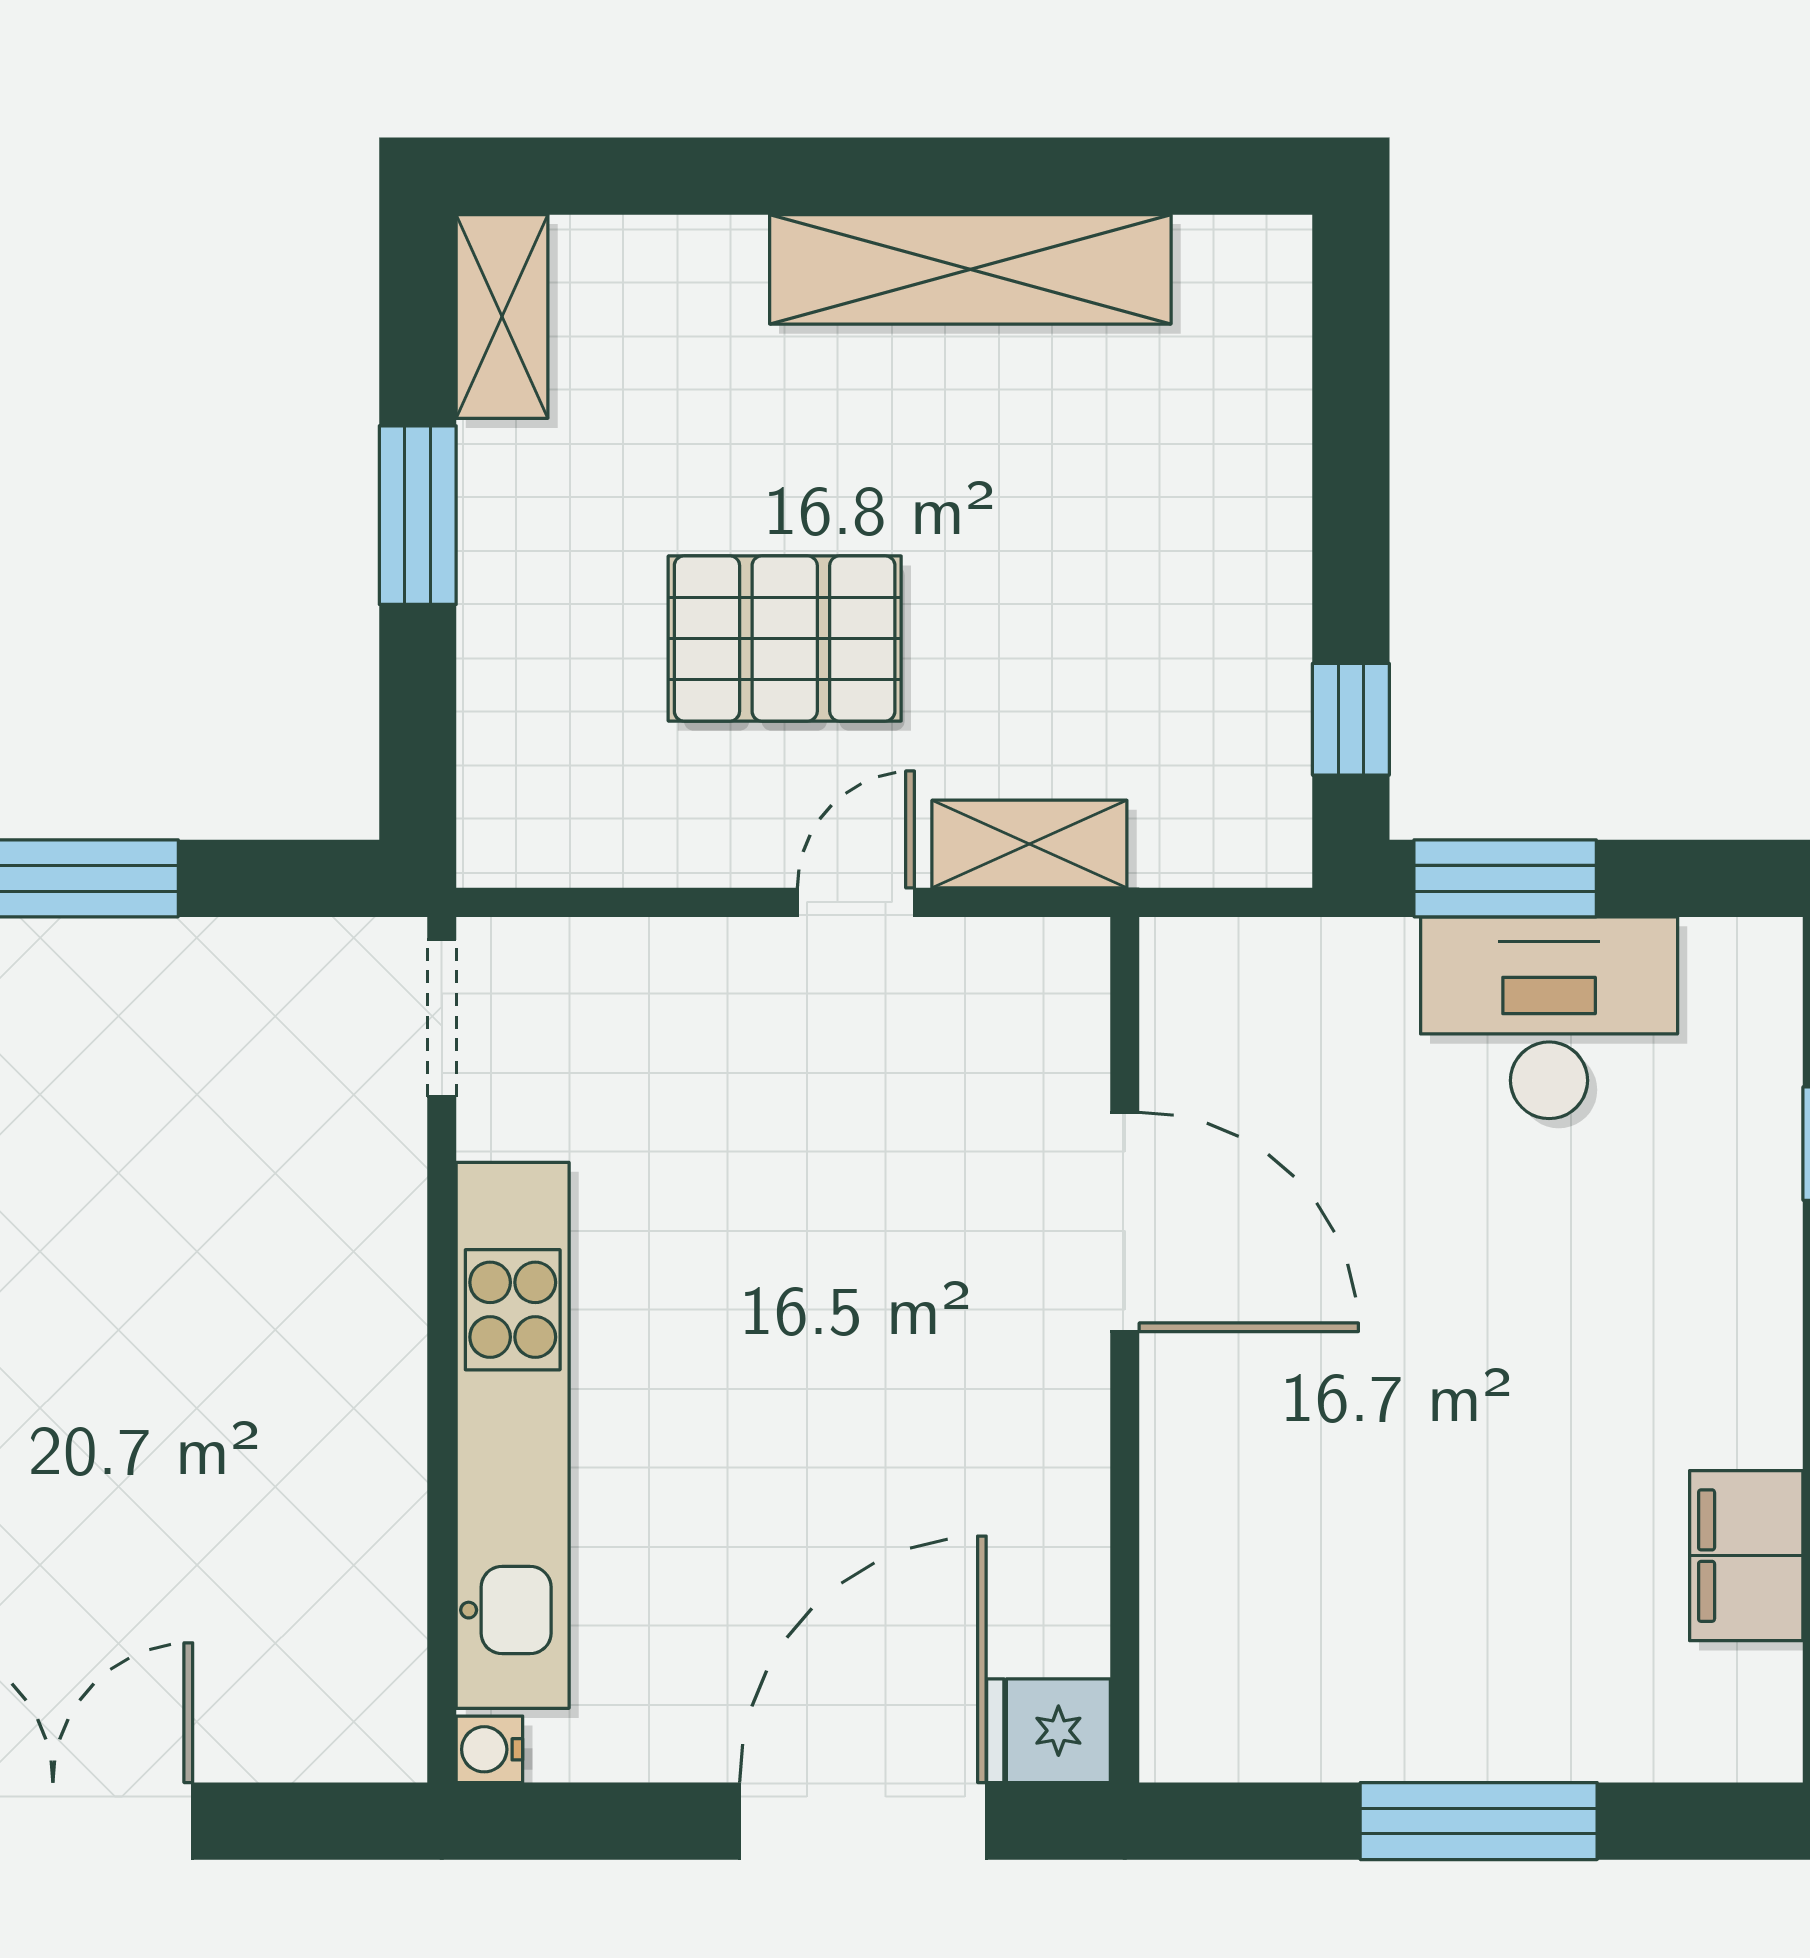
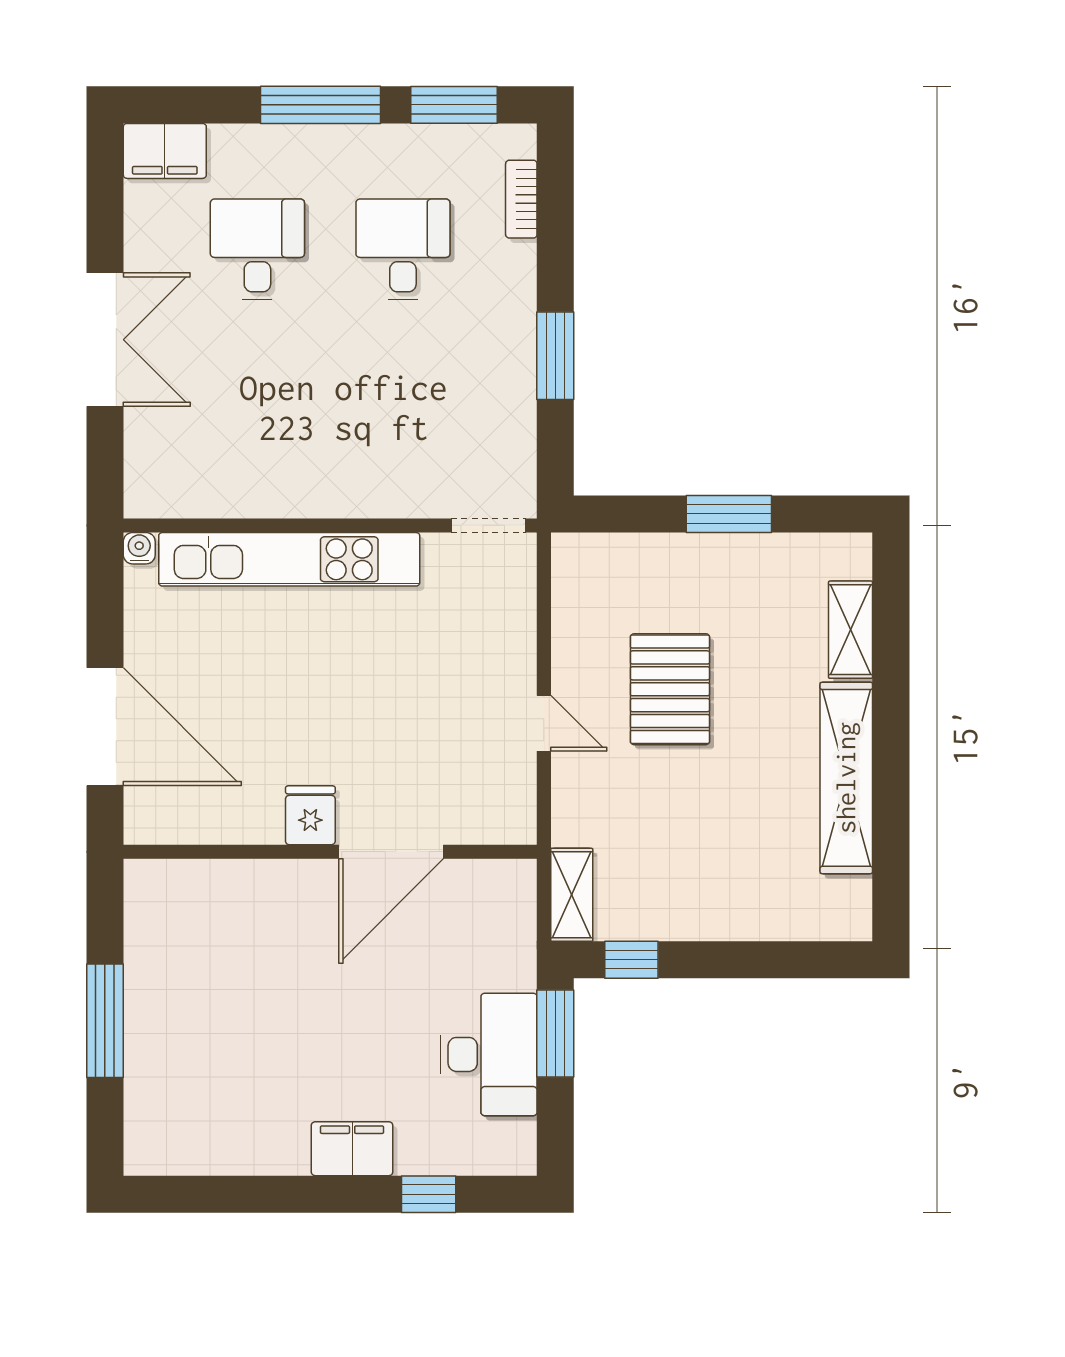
shelving: (502, 316) -> (851, 630), moved, turned 90
shelving: (1029, 844) -> (572, 895), moved
filing cabinet: (1746, 1556) -> (352, 1149), moved
fridge: (1049, 1731) -> (310, 815), moved

